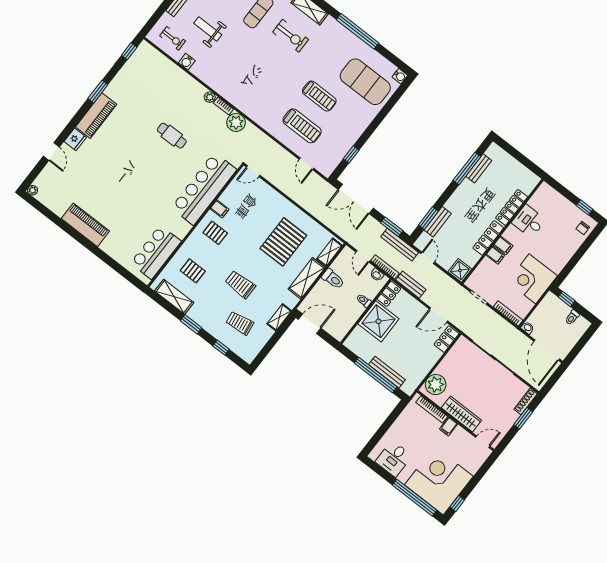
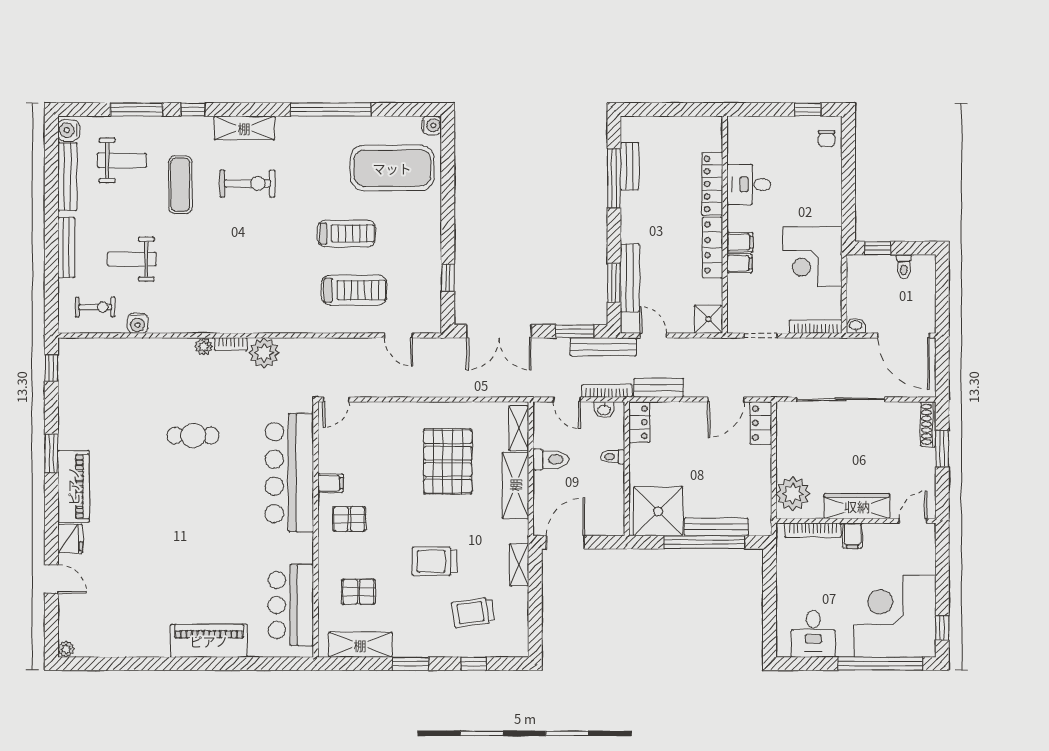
bench: (438, 222) -> (630, 278), width x1.36
piano: (85, 225) -> (209, 641), moved
shower: (378, 321) -> (658, 511), moved

